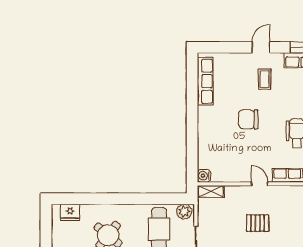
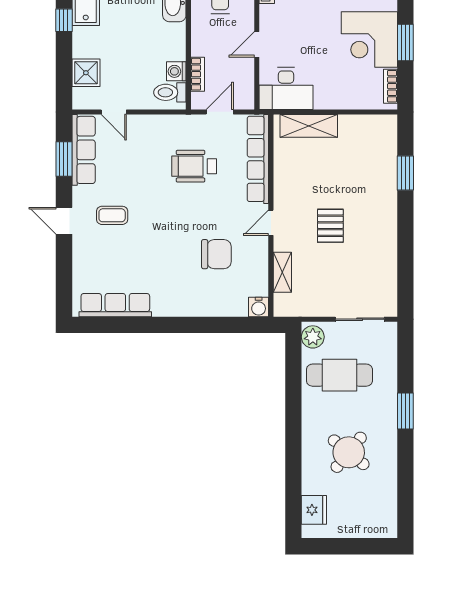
chair: (248, 119) -> (216, 254), moved, turned -90
shelving: (211, 191) -> (282, 272), moved

